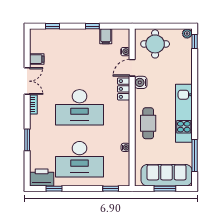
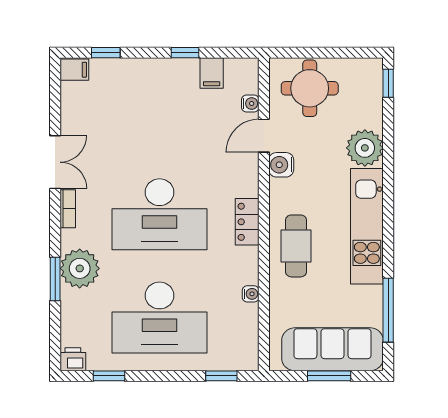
plant: (187, 33) -> (365, 148), moved, width x1.87, depth x1.87
filing cabinet: (37, 59) -> (74, 70), moved
locker: (124, 89) -> (247, 222), moved
plant: (39, 135) -> (80, 268), added
printer: (42, 177) -> (73, 359), width x0.53, depth x0.68

